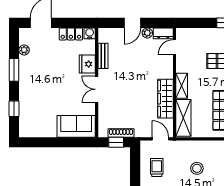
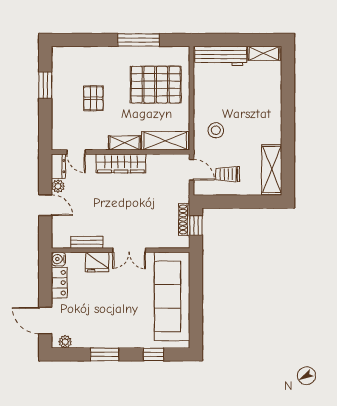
plant: (24, 50) -> (65, 342), moved
wardrobe: (165, 99) -> (121, 163), moved
sofa: (76, 126) -> (172, 296), width x1.85, depth x1.27
door: (160, 139) -> (192, 170), swing flipped
stool: (197, 168) -> (216, 130), moved

